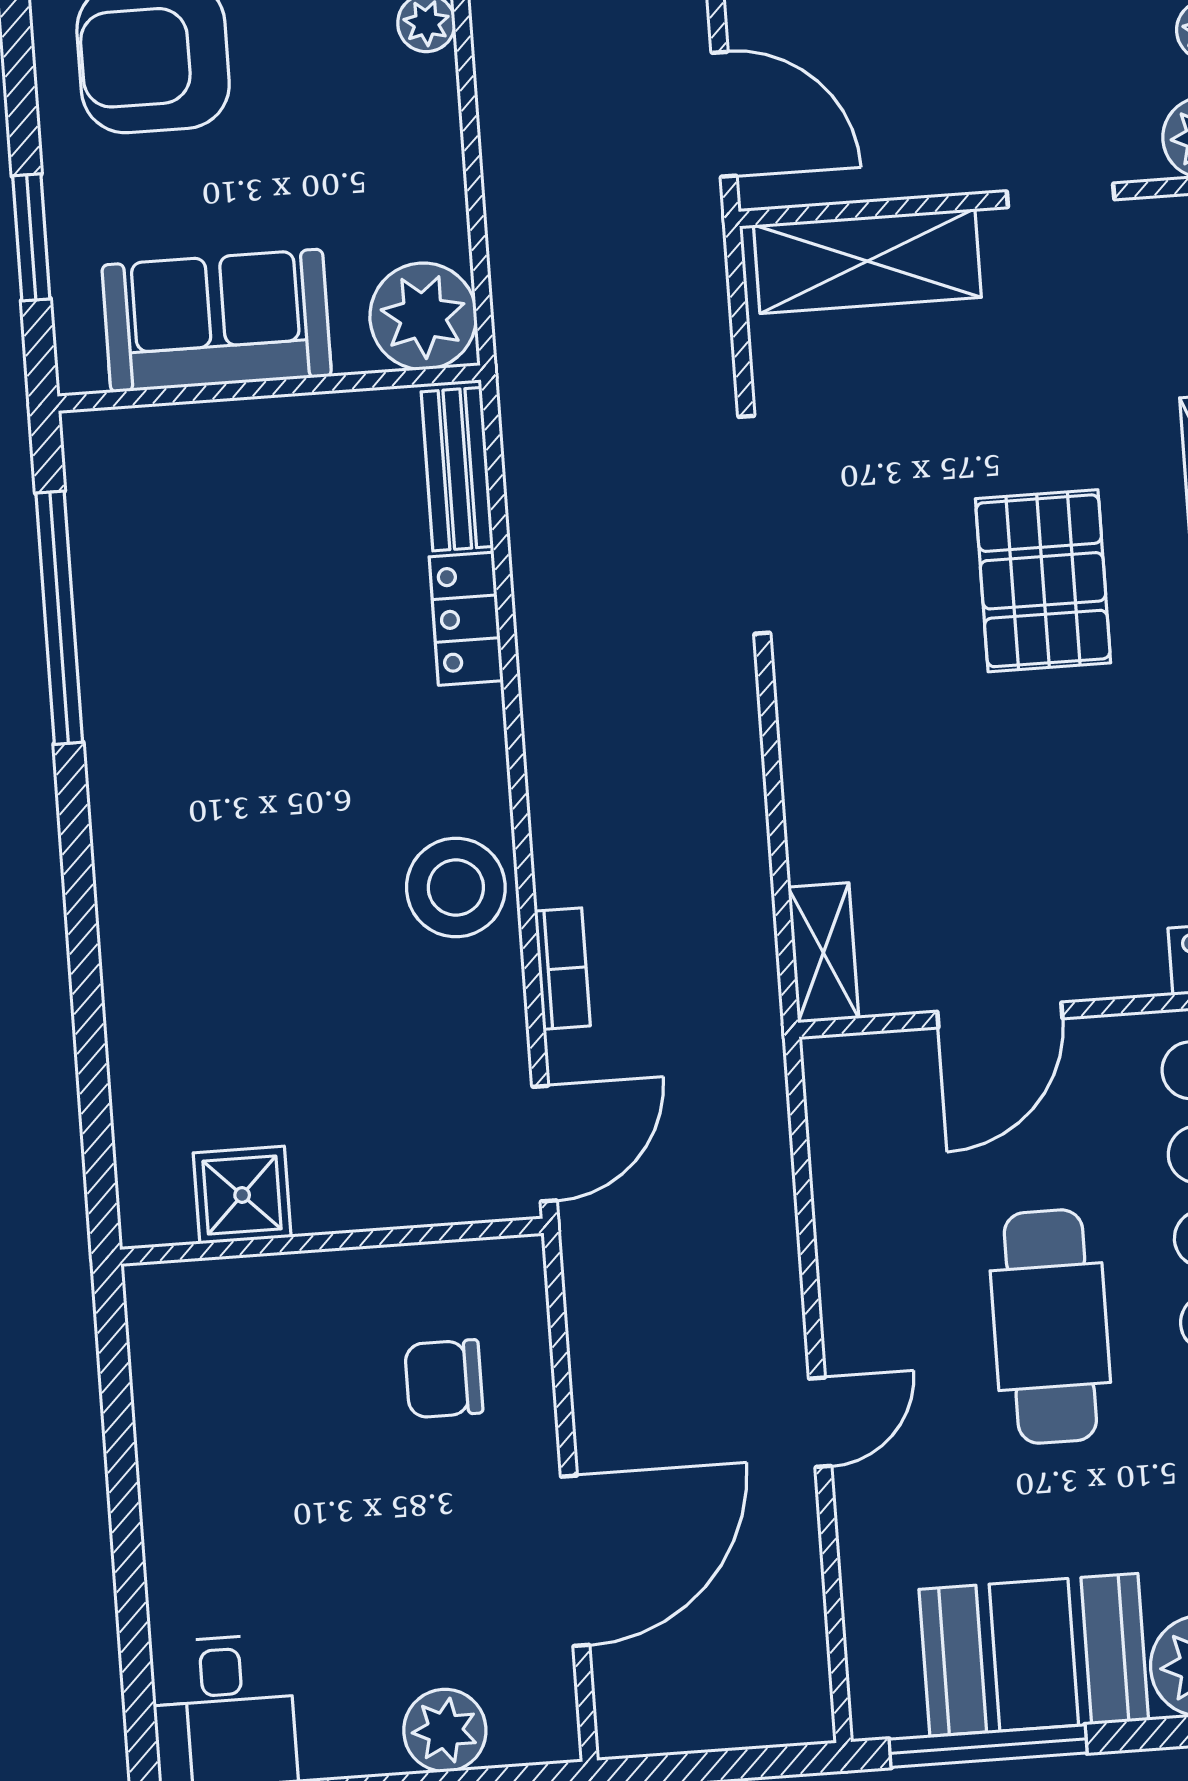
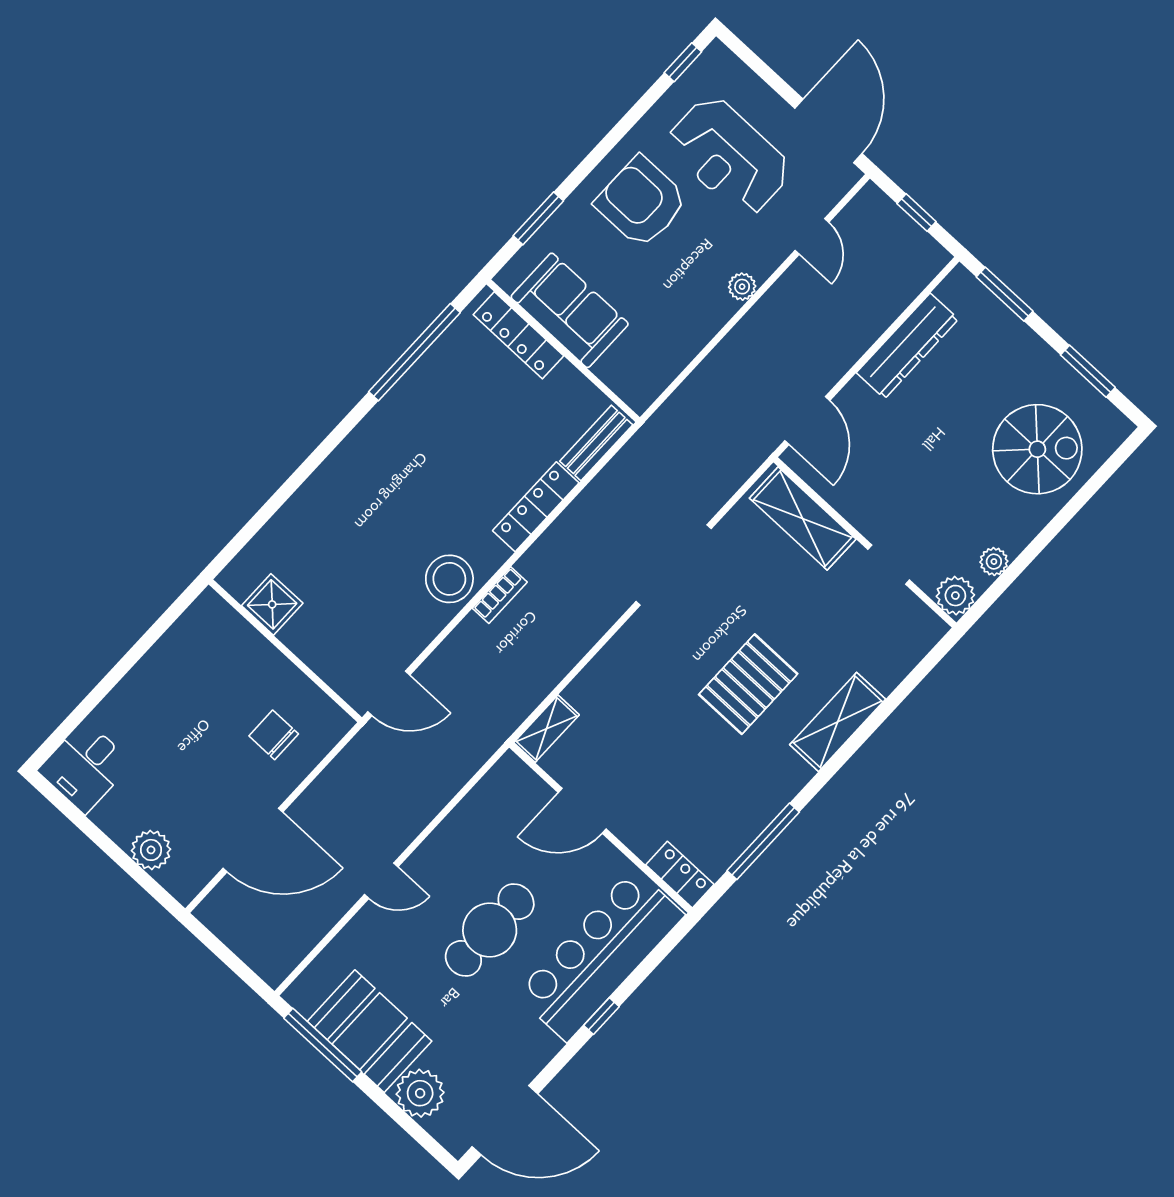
plant: (423, 316) -> (639, 381), removed
locker: (182, 434) -> (518, 335), added
locker: (466, 619) -> (536, 507), width x1.53
bookcase: (562, 969) -> (500, 595), moved

